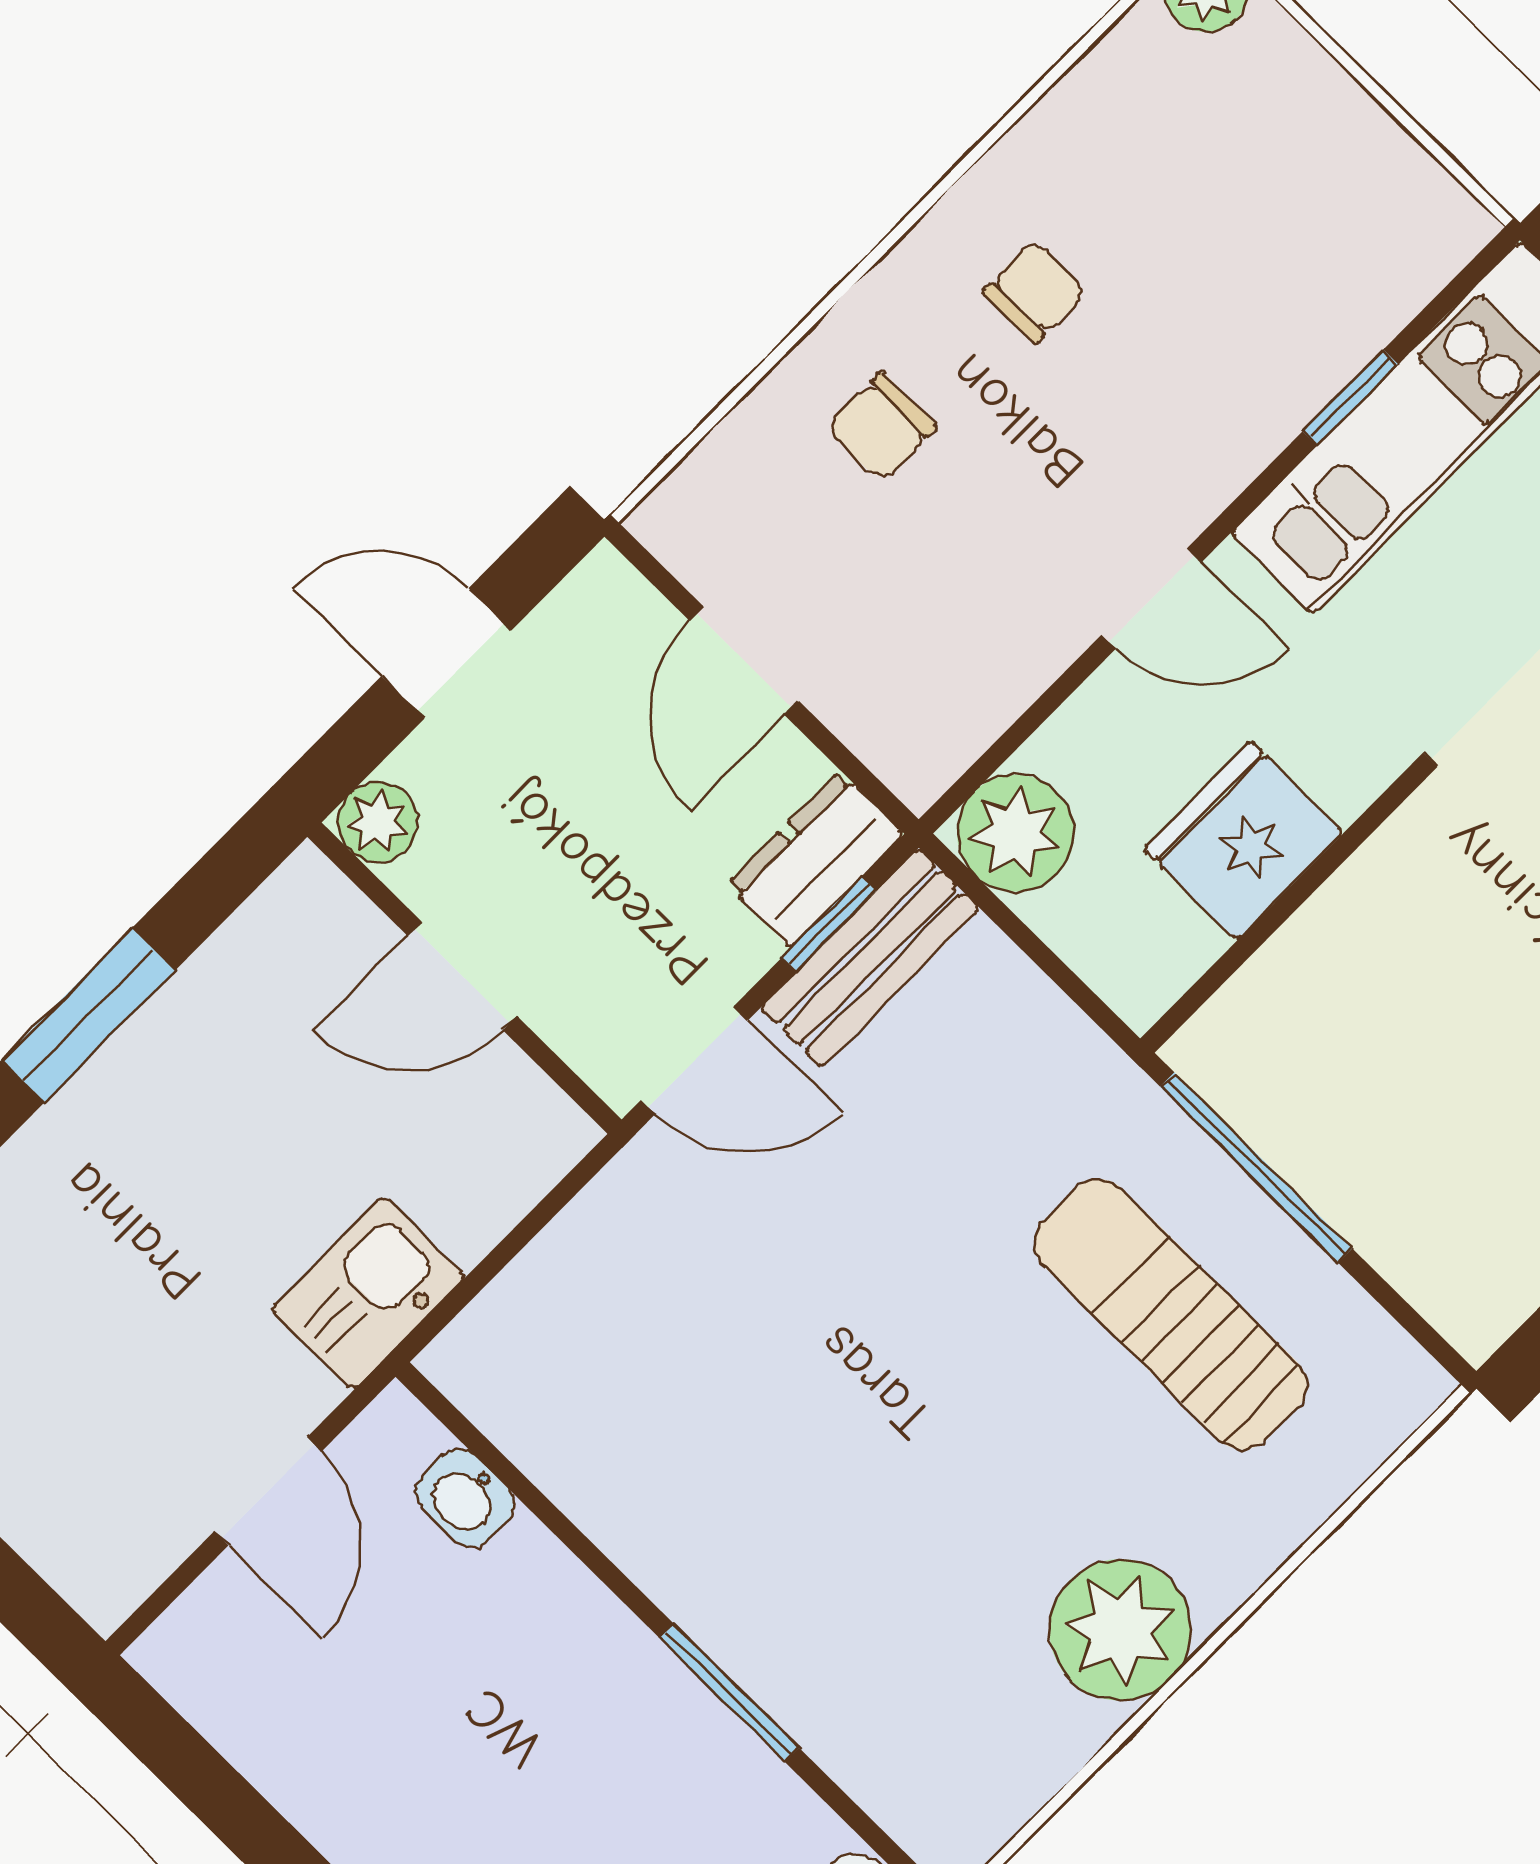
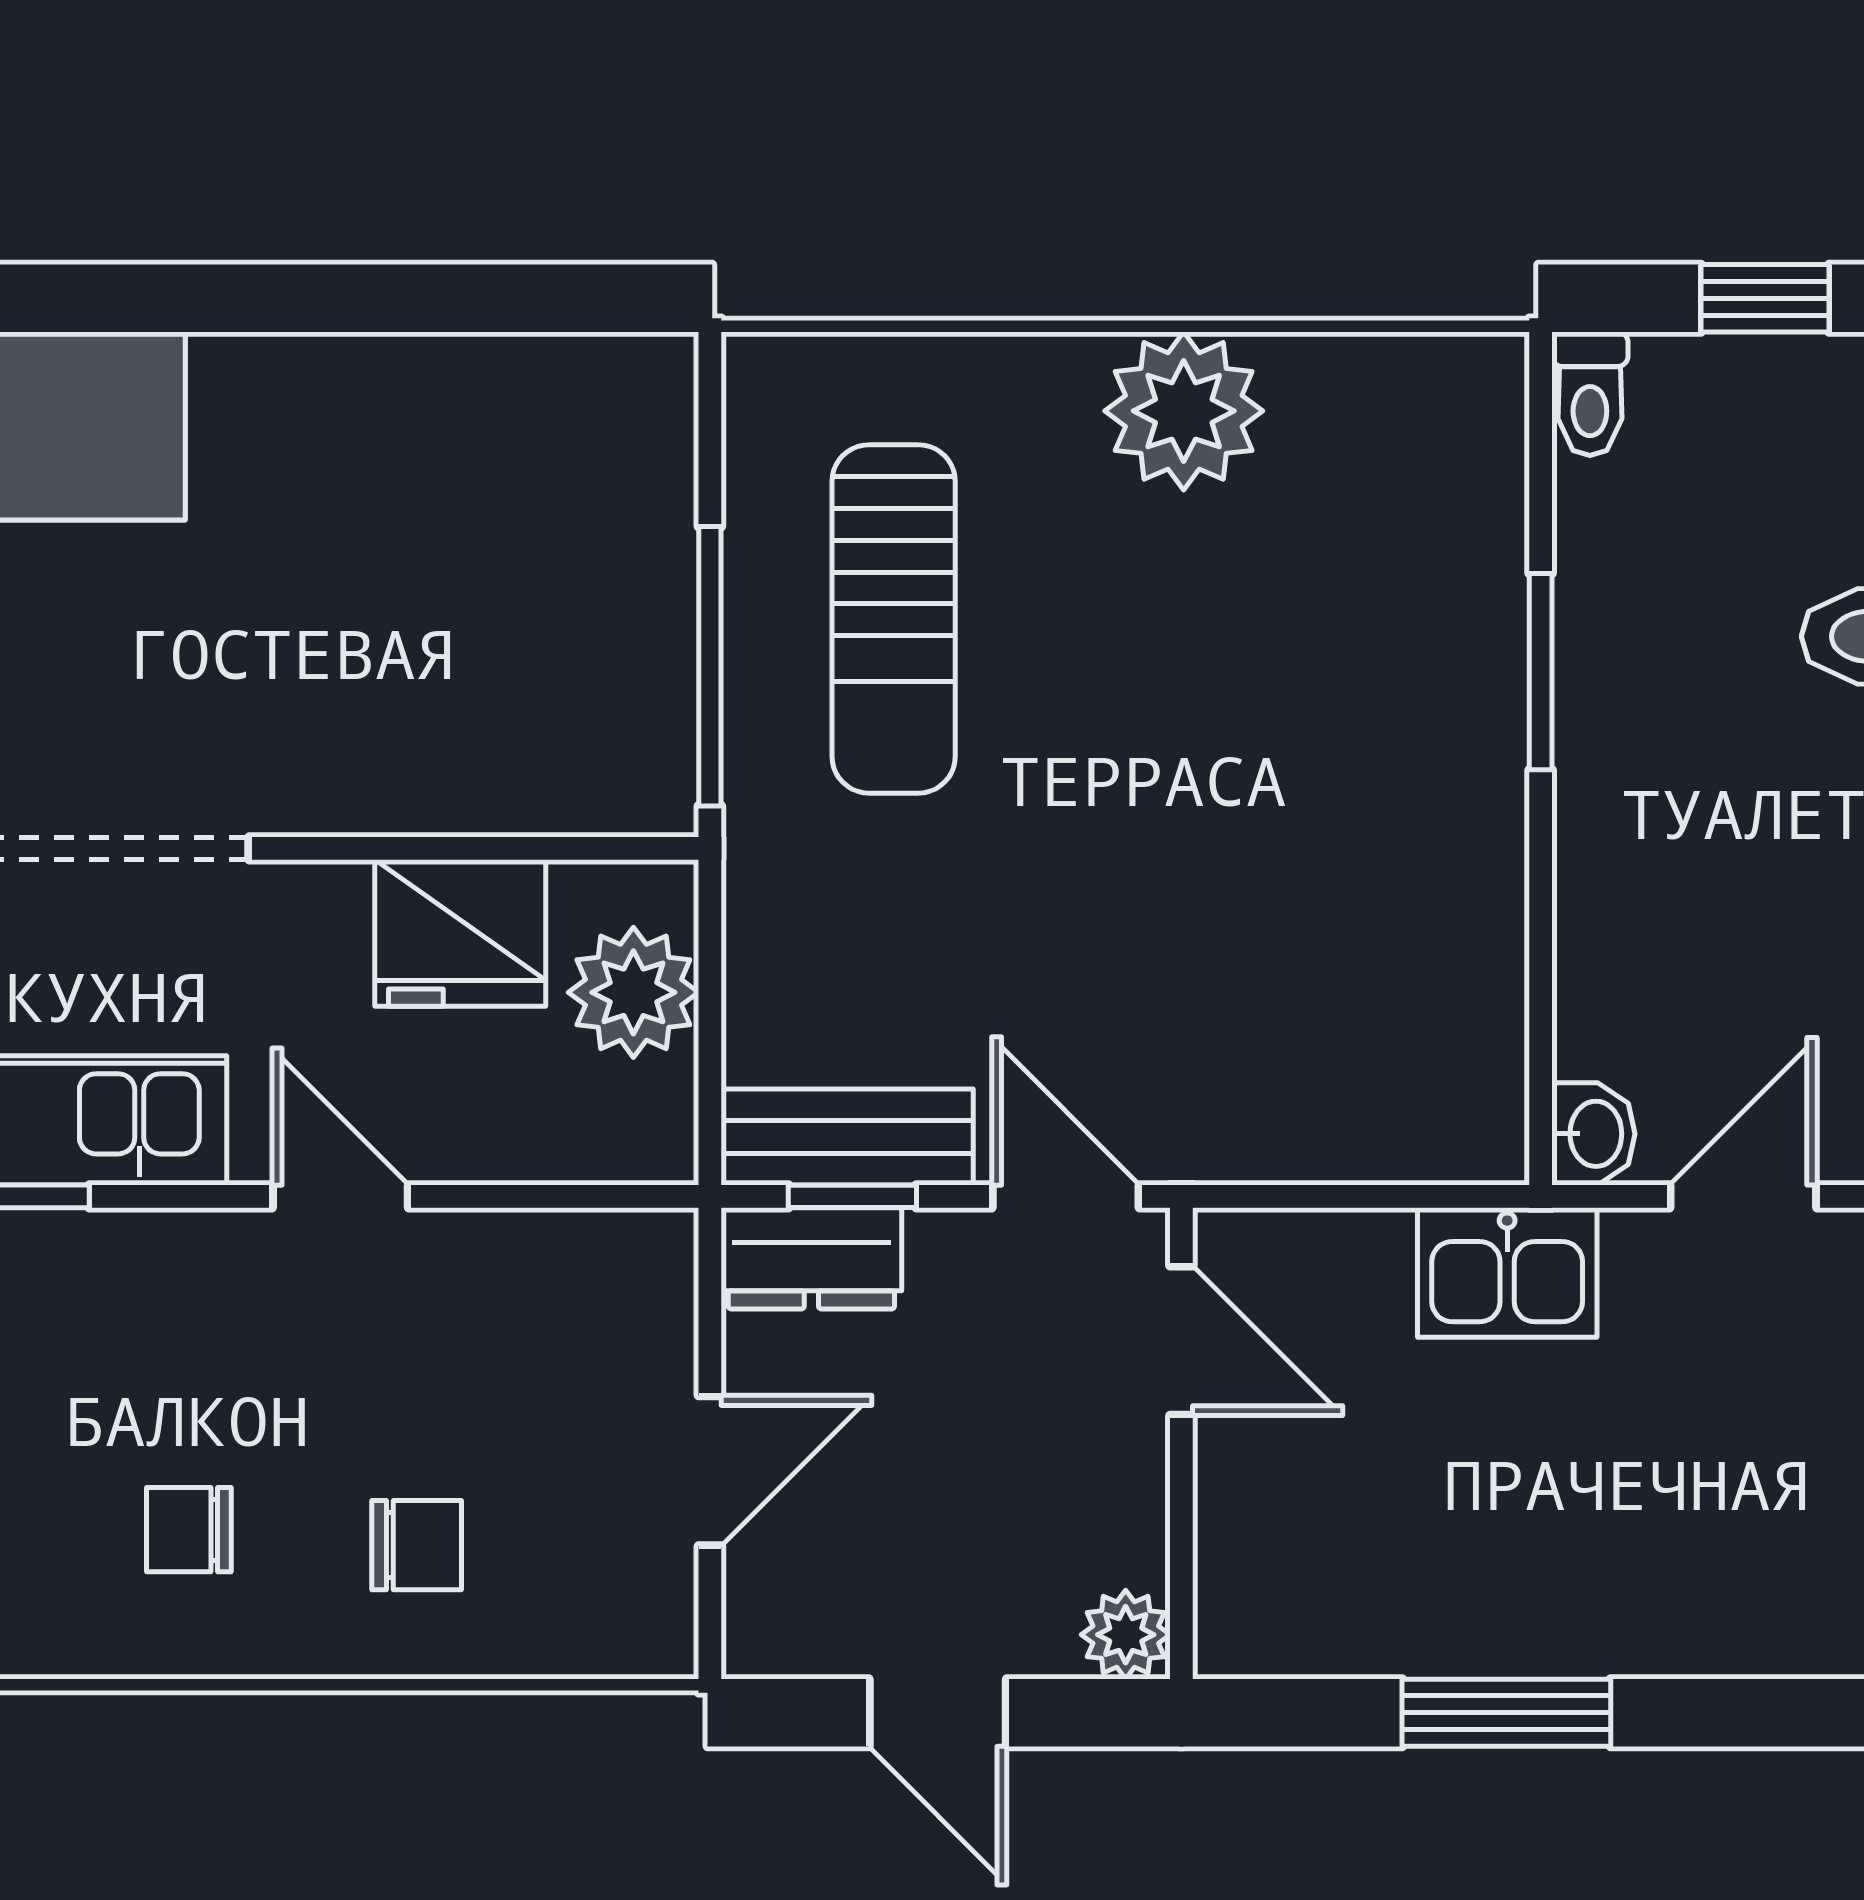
plant: (1016, 833) -> (633, 992), moved
door: (462, 976) -> (1181, 1341), moved
washbasin: (465, 1498) -> (1593, 1134), moved

